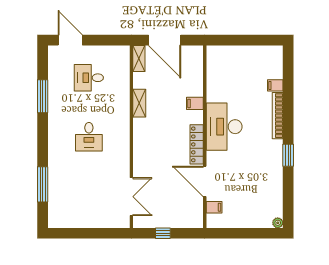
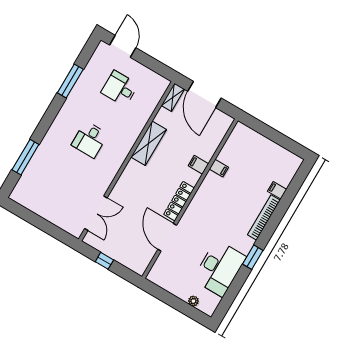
shelving: (139, 103) -> (149, 143), width x1.50, depth x1.33
desk: (224, 127) -> (219, 268), moved, turned 180
filing cabinet: (214, 207) -> (219, 168), moved
plant: (278, 223) -> (193, 301), moved

